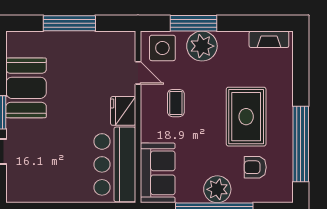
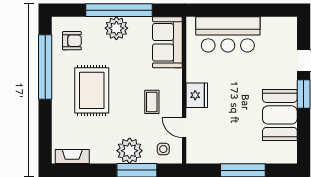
side table: (162, 48) -> (163, 149), width x0.54, depth x0.54
bar counter: (115, 164) -> (228, 34), moved, turned 90
armchair: (255, 167) -> (72, 41), moved

